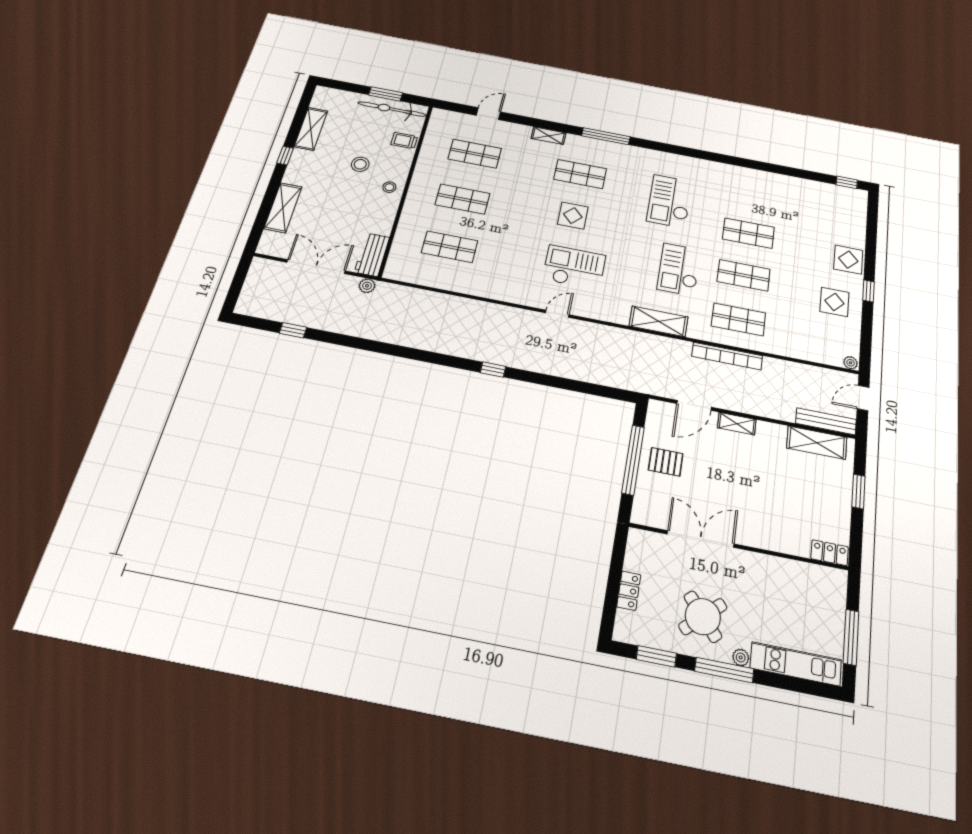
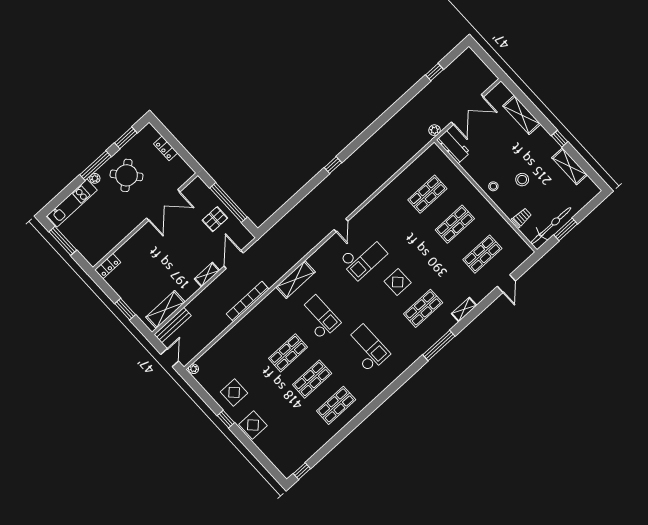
shop shelf: (738, 319) -> (336, 405), moved

